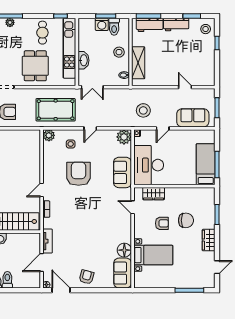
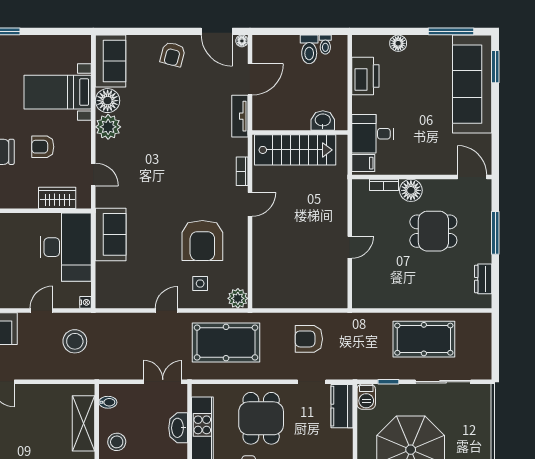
plant: (124, 137) -> (108, 127), moved
armchair: (79, 174) -> (202, 240), moved

